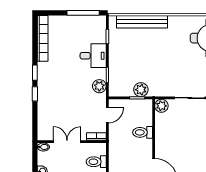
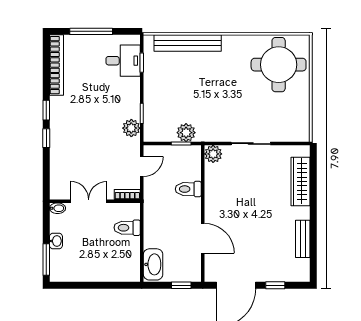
window: (83, 13) -> (91, 31), moved
desk: (93, 56) -> (123, 61), moved

